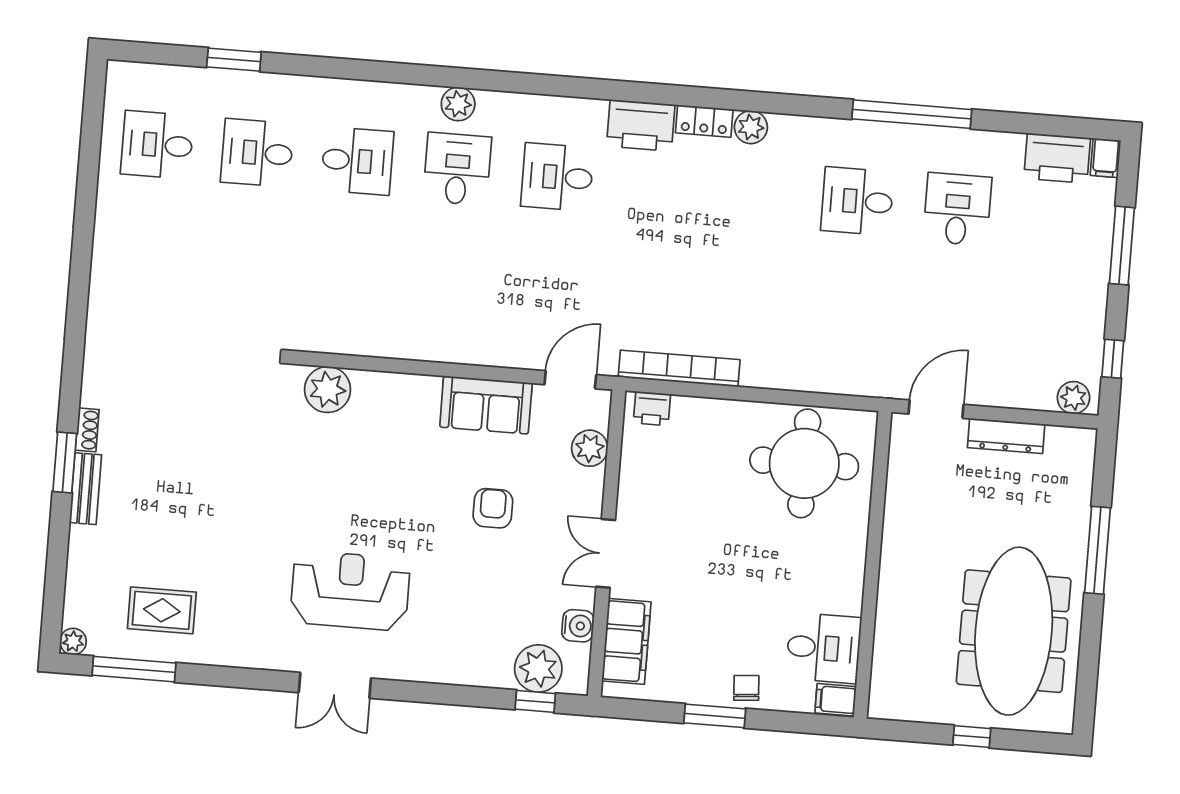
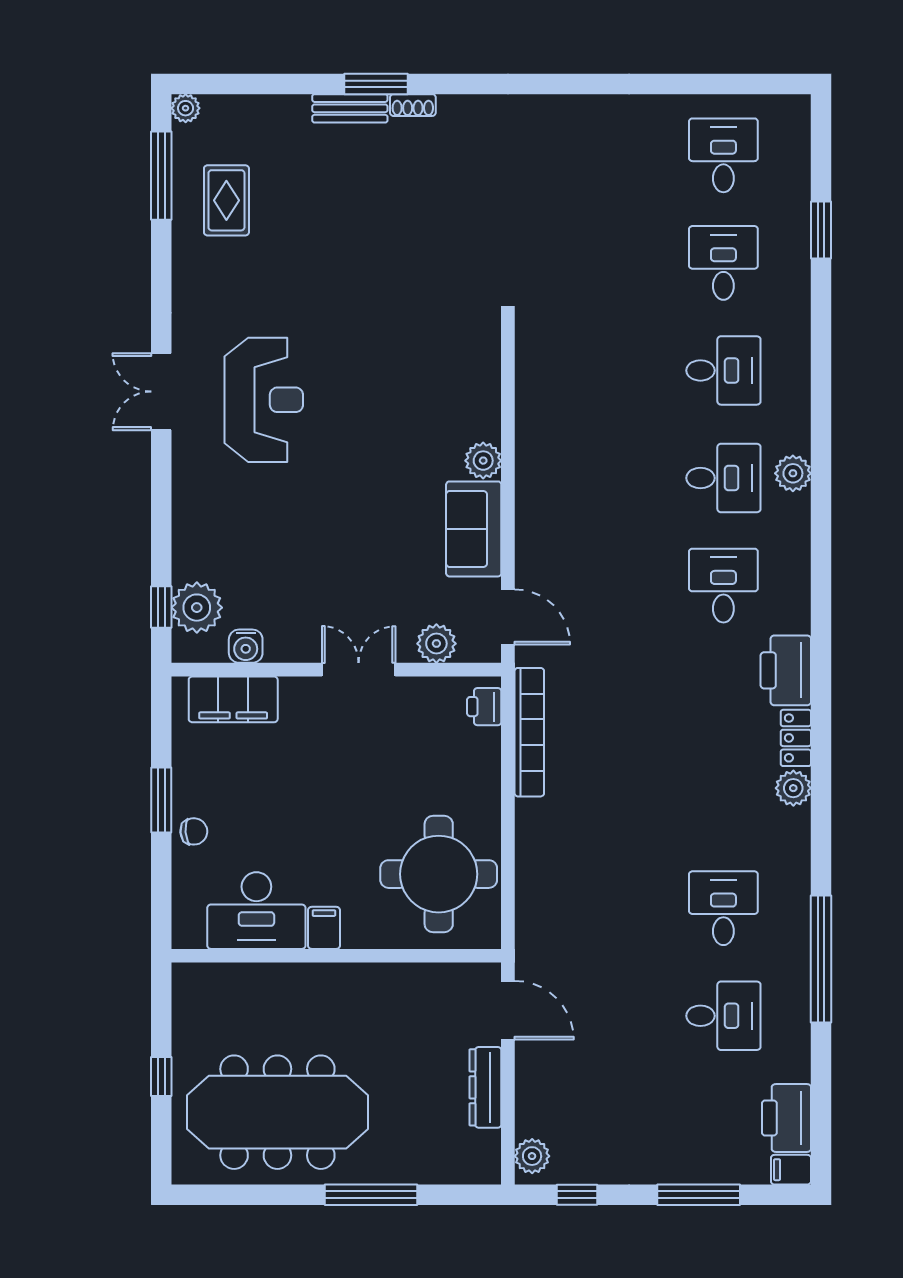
desk: (357, 161) -> (723, 370), turned -90
plant: (328, 390) -> (483, 461), moved, width x0.73, depth x0.73
armchair: (493, 508) -> (364, 545), removed
double door: (606, 553) -> (359, 670), moved
desk: (824, 648) -> (256, 911), width x1.37
filing cabinet: (836, 700) -> (324, 928), moved

